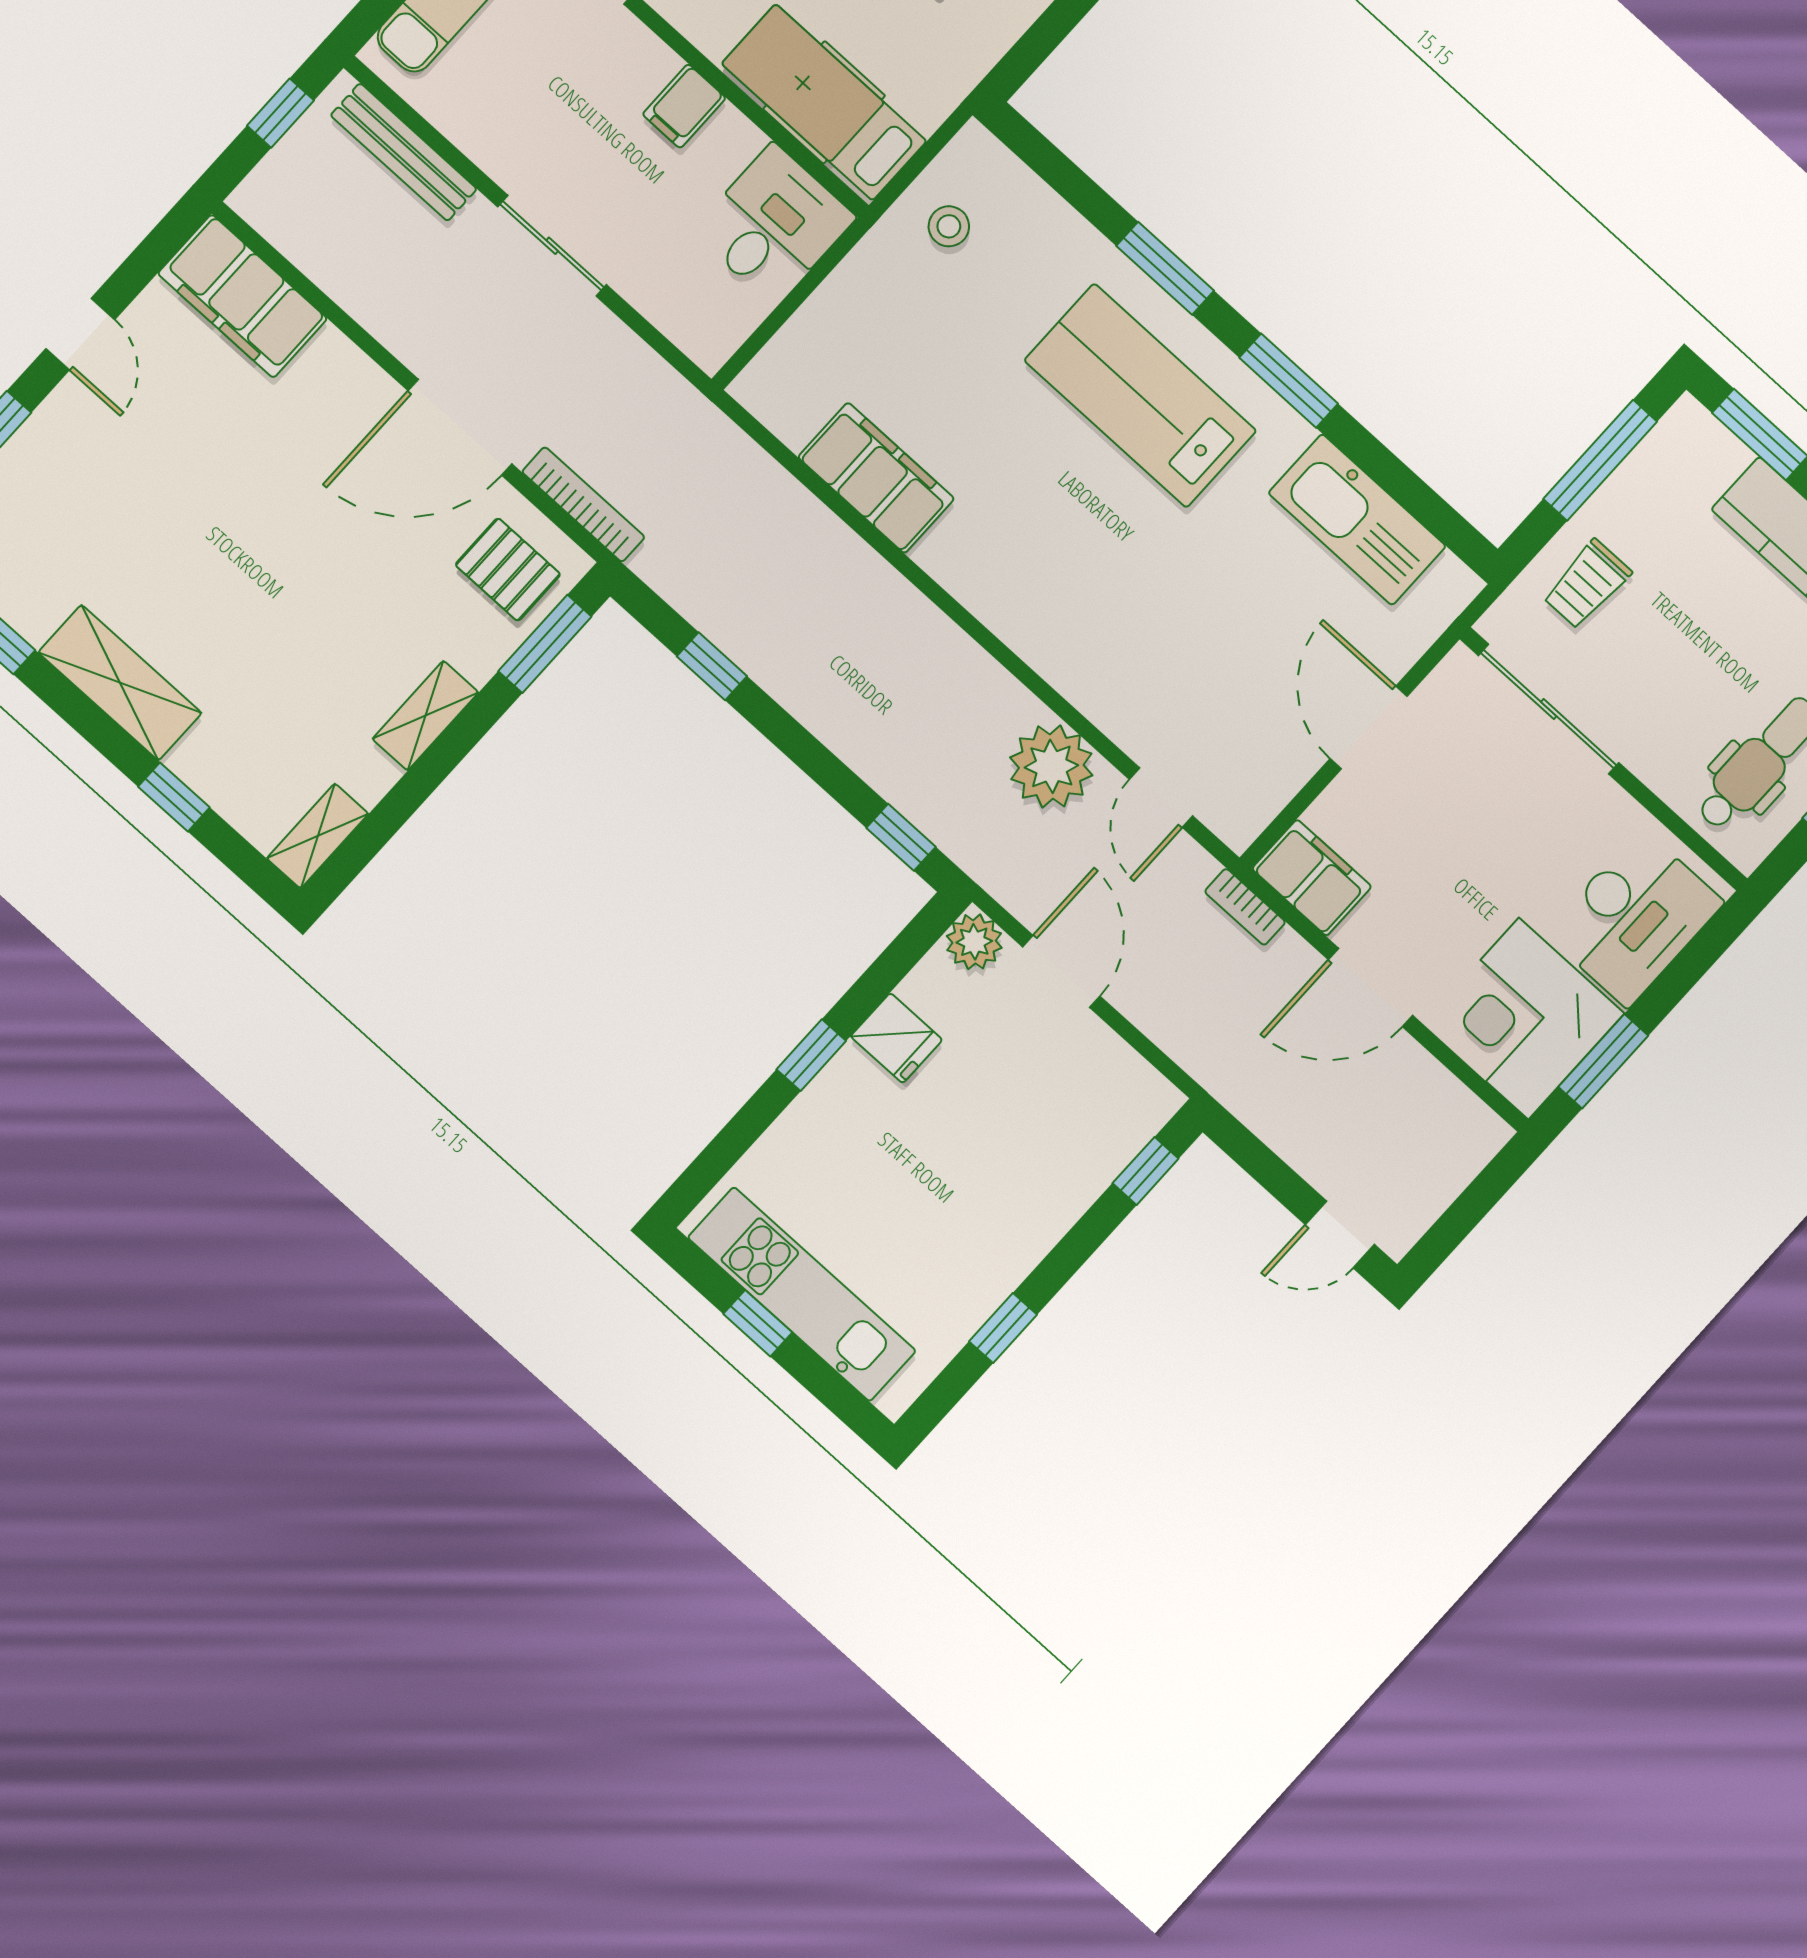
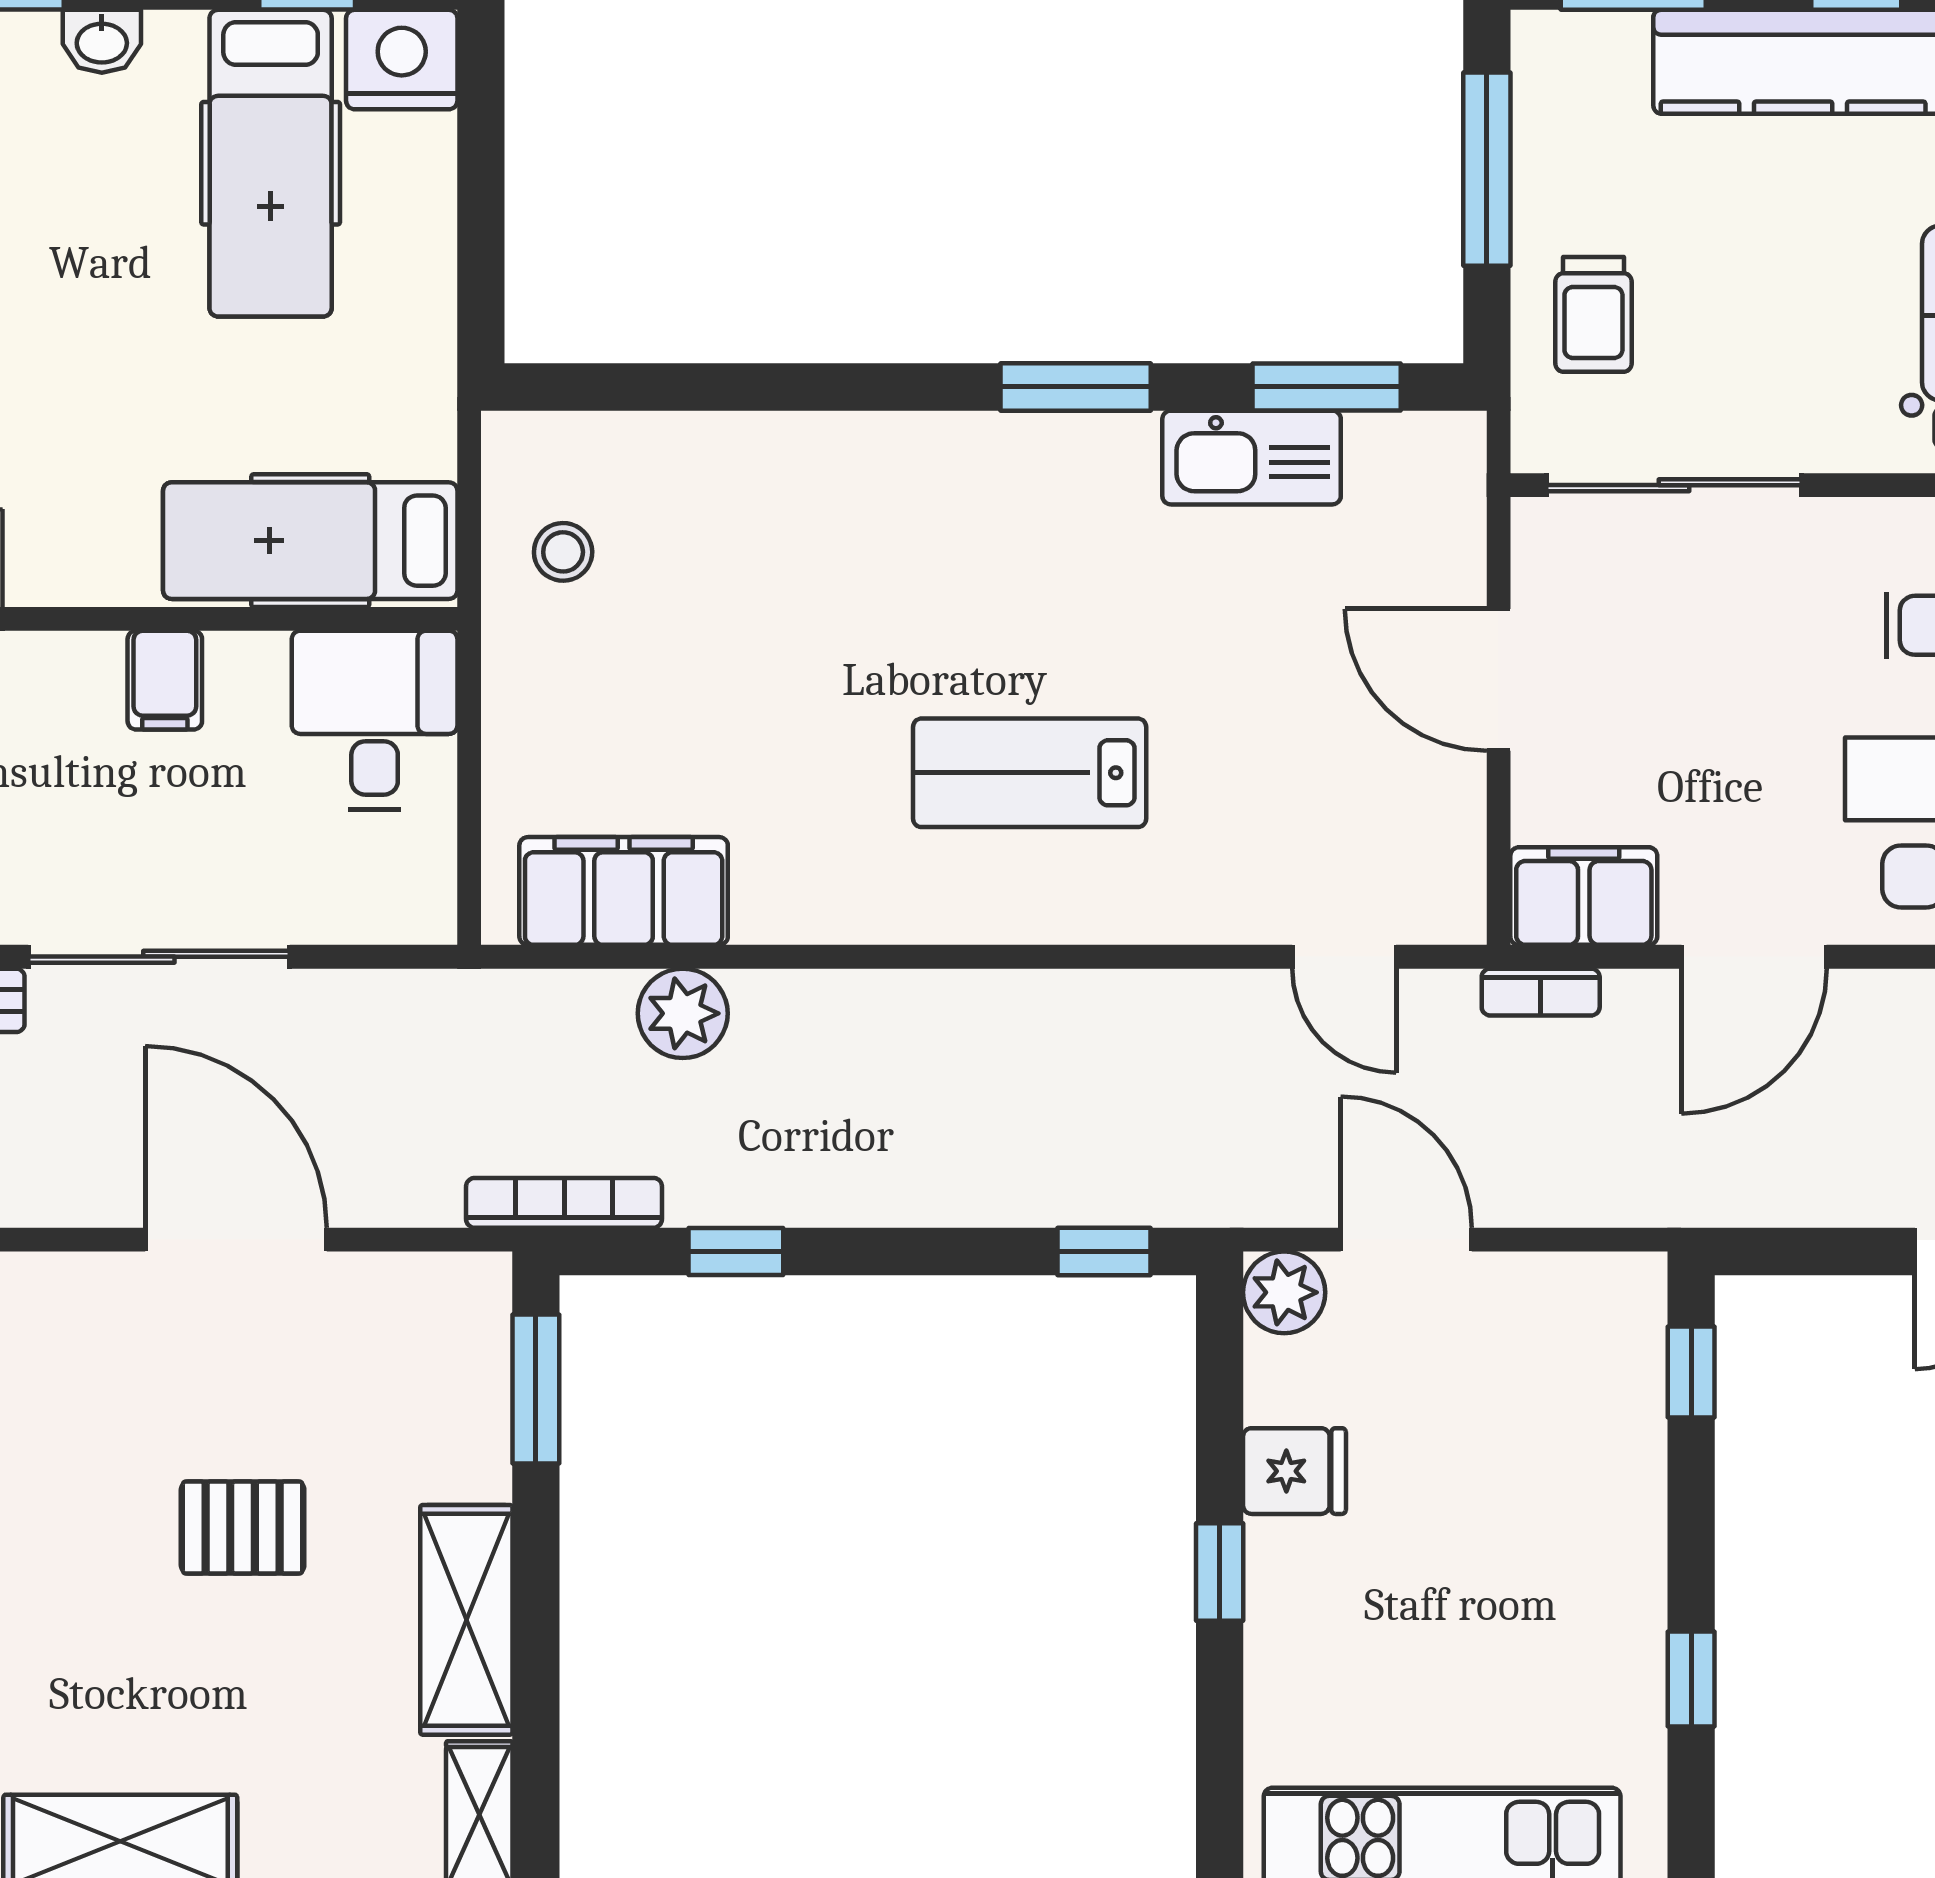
sliding door: (552, 246) -> (159, 957), width x1.37
window: (1165, 268) -> (1327, 387), moved
lab bench: (1140, 396) -> (1030, 773), moved, width x0.73, depth x0.72
door: (460, 427) -> (236, 1240), swing flipped
filing cabinet: (876, 478) -> (624, 891), moved
bookcase: (583, 504) -> (564, 1203), moved
kitchen sink: (1357, 520) -> (1252, 458), width x0.73, depth x0.81
pallet: (508, 570) -> (243, 1527), moved
shelving: (425, 716) -> (466, 1620), width x1.50, depth x1.33
plant: (1051, 766) -> (683, 1013), moved, width x0.73, depth x0.73

